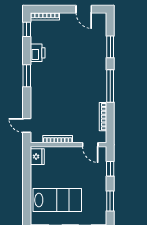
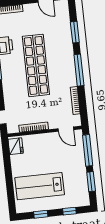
shop shelf: (67, 76) -> (36, 65), added
window: (110, 169) -> (88, 150), width x2.17
lab bench: (57, 200) -> (40, 186), turned 180

